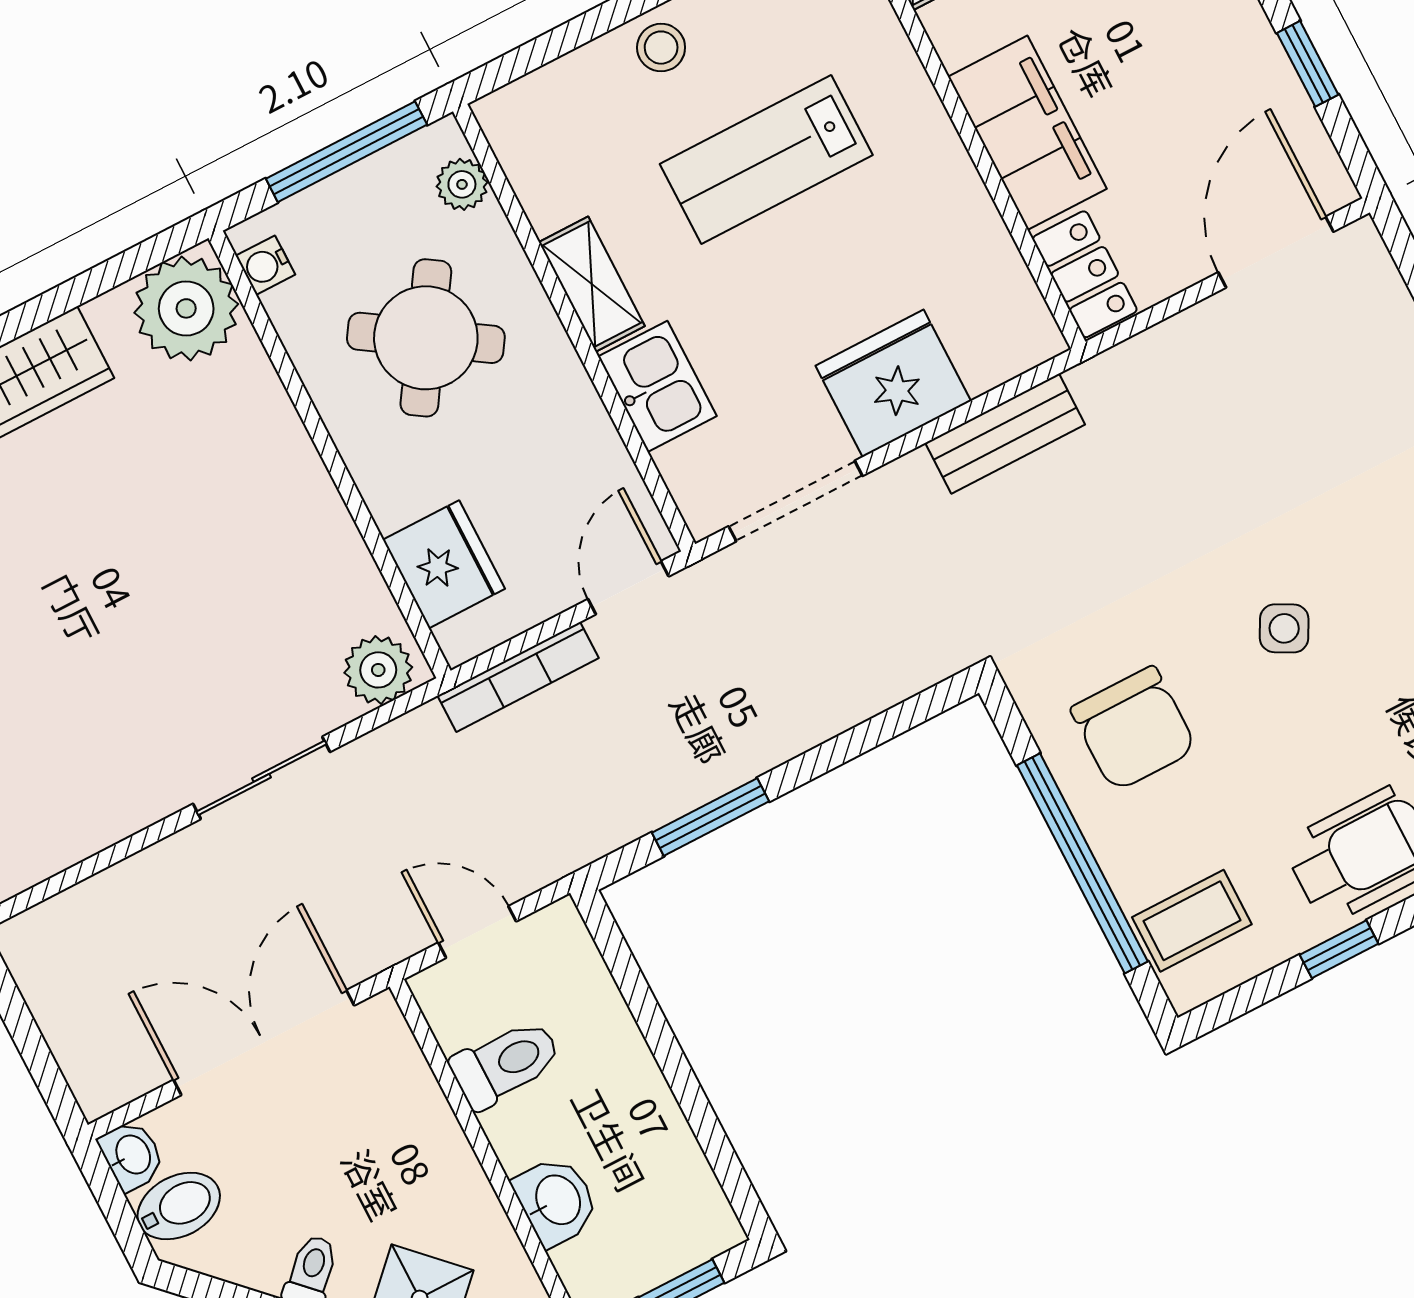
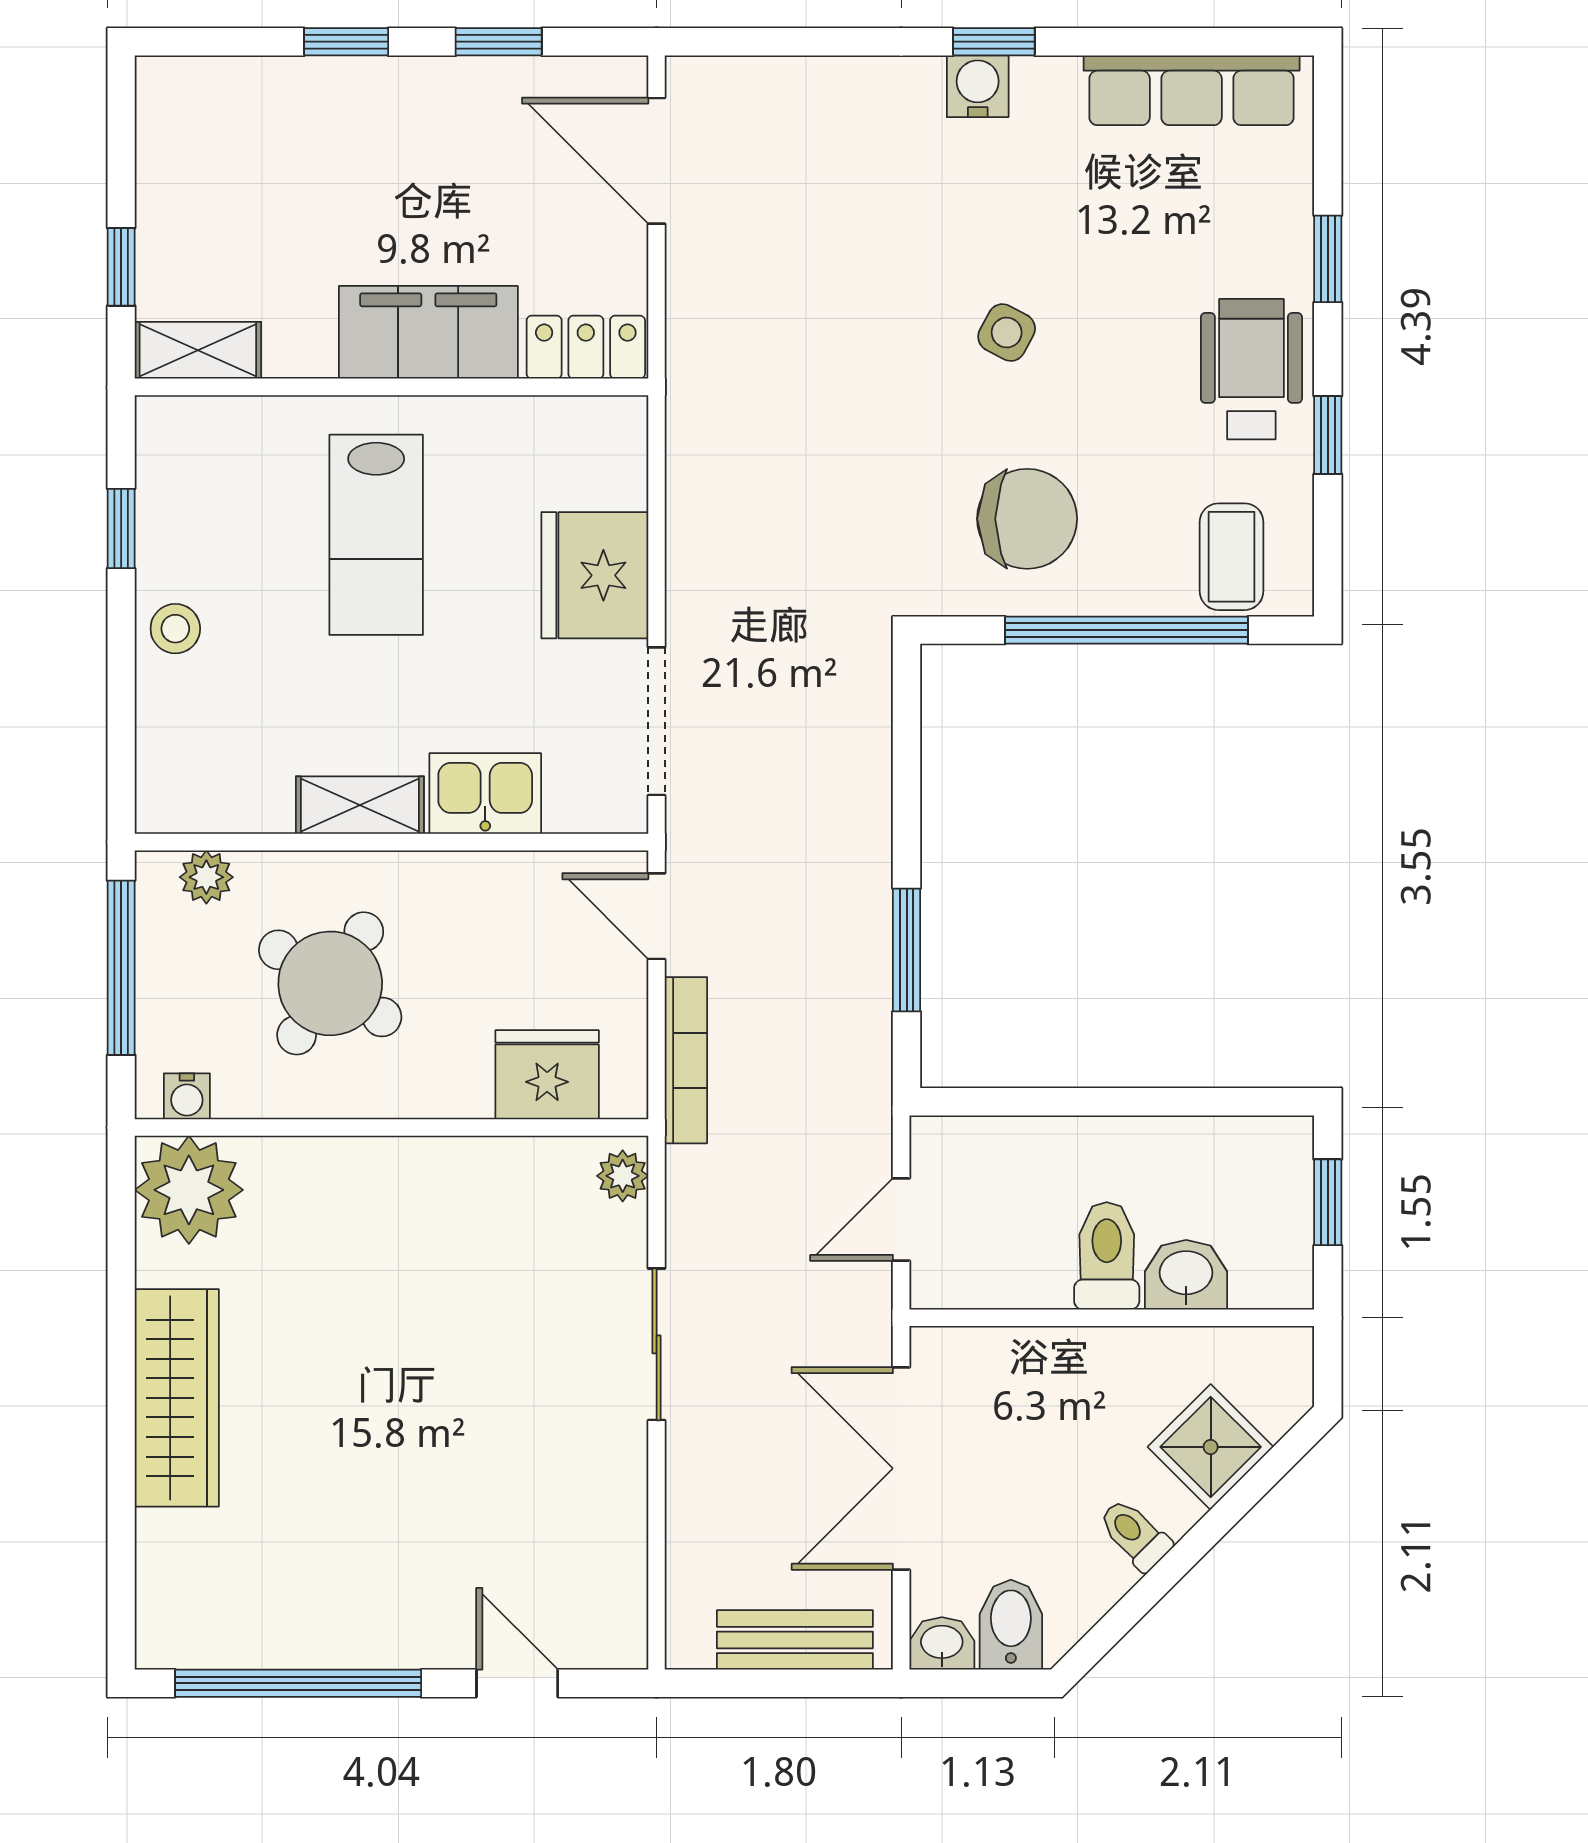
lab bench: (766, 159) -> (376, 535), moved
bench: (1005, 434) -> (795, 1640), moved, turned 90
plant: (378, 670) -> (623, 1176), width x0.73, depth x0.73
toilet: (506, 1063) -> (1107, 1256), moved

